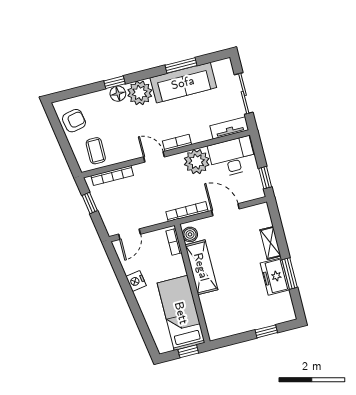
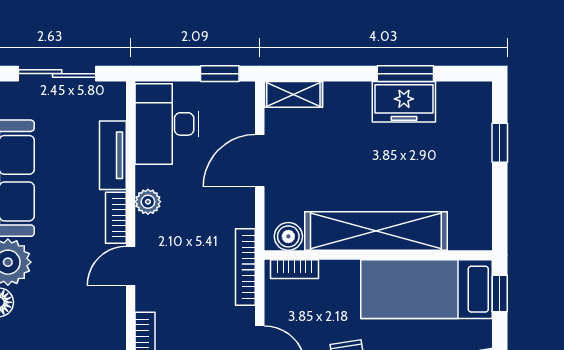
tv unit: (229, 128) -> (113, 155), moved
plant: (197, 162) -> (148, 202), width x0.53, depth x0.53
bookcase: (187, 212) -> (245, 267), moved
shelving: (270, 243) -> (293, 94), moved
shelving: (201, 267) -> (376, 231), width x1.47

